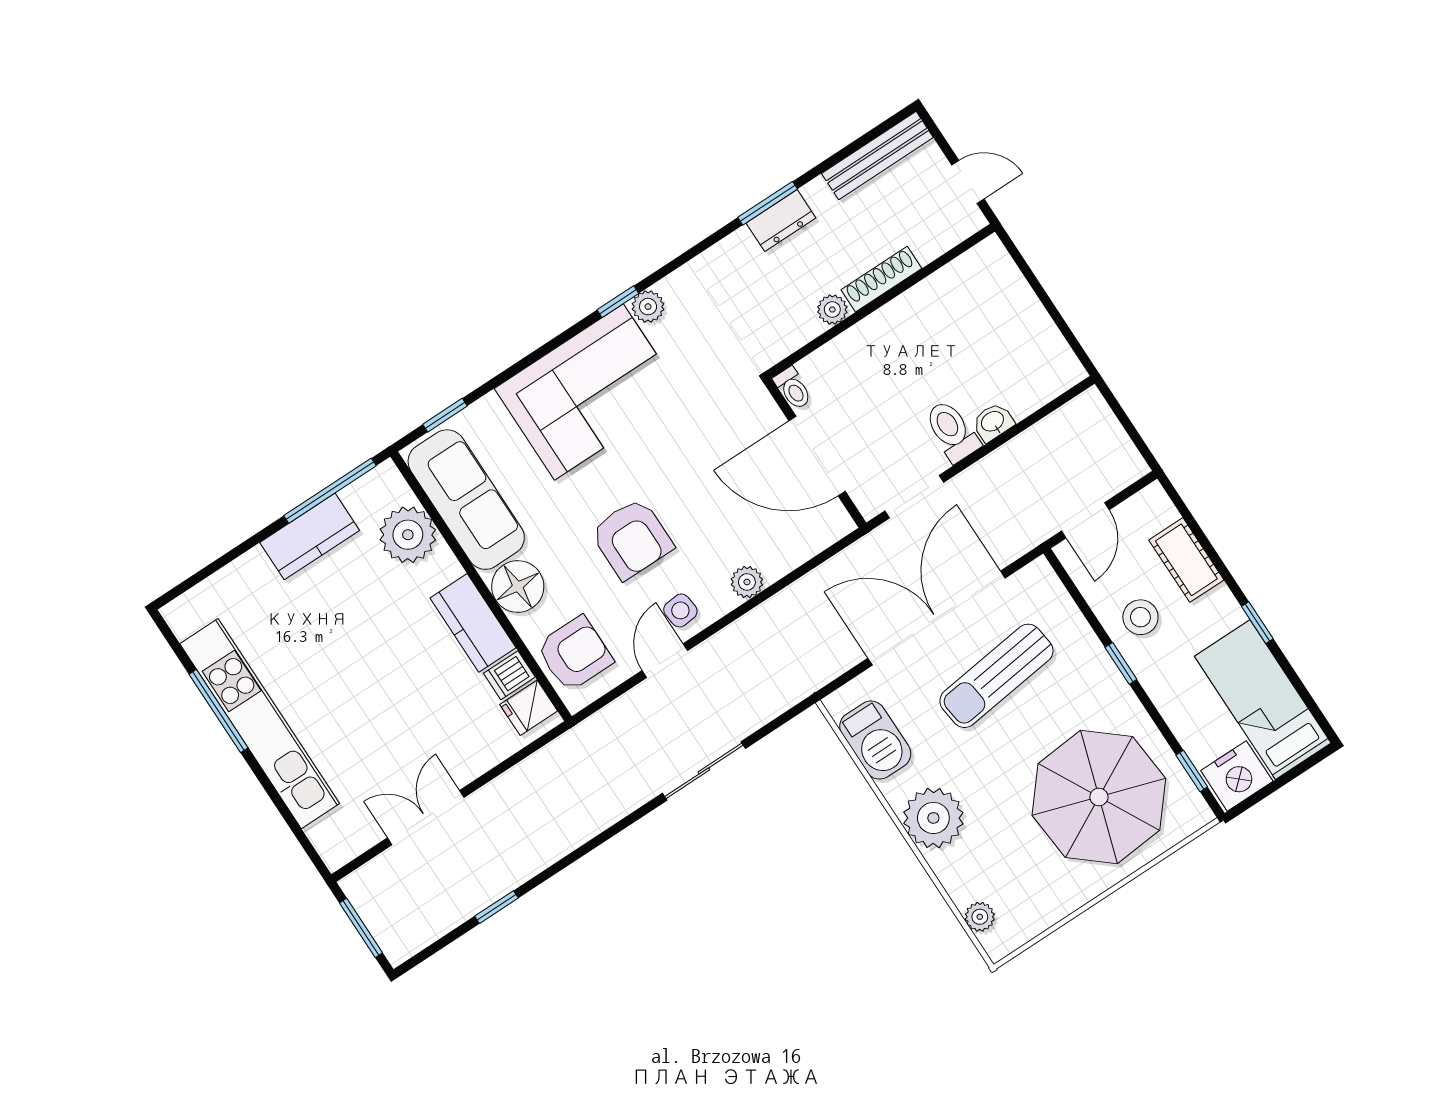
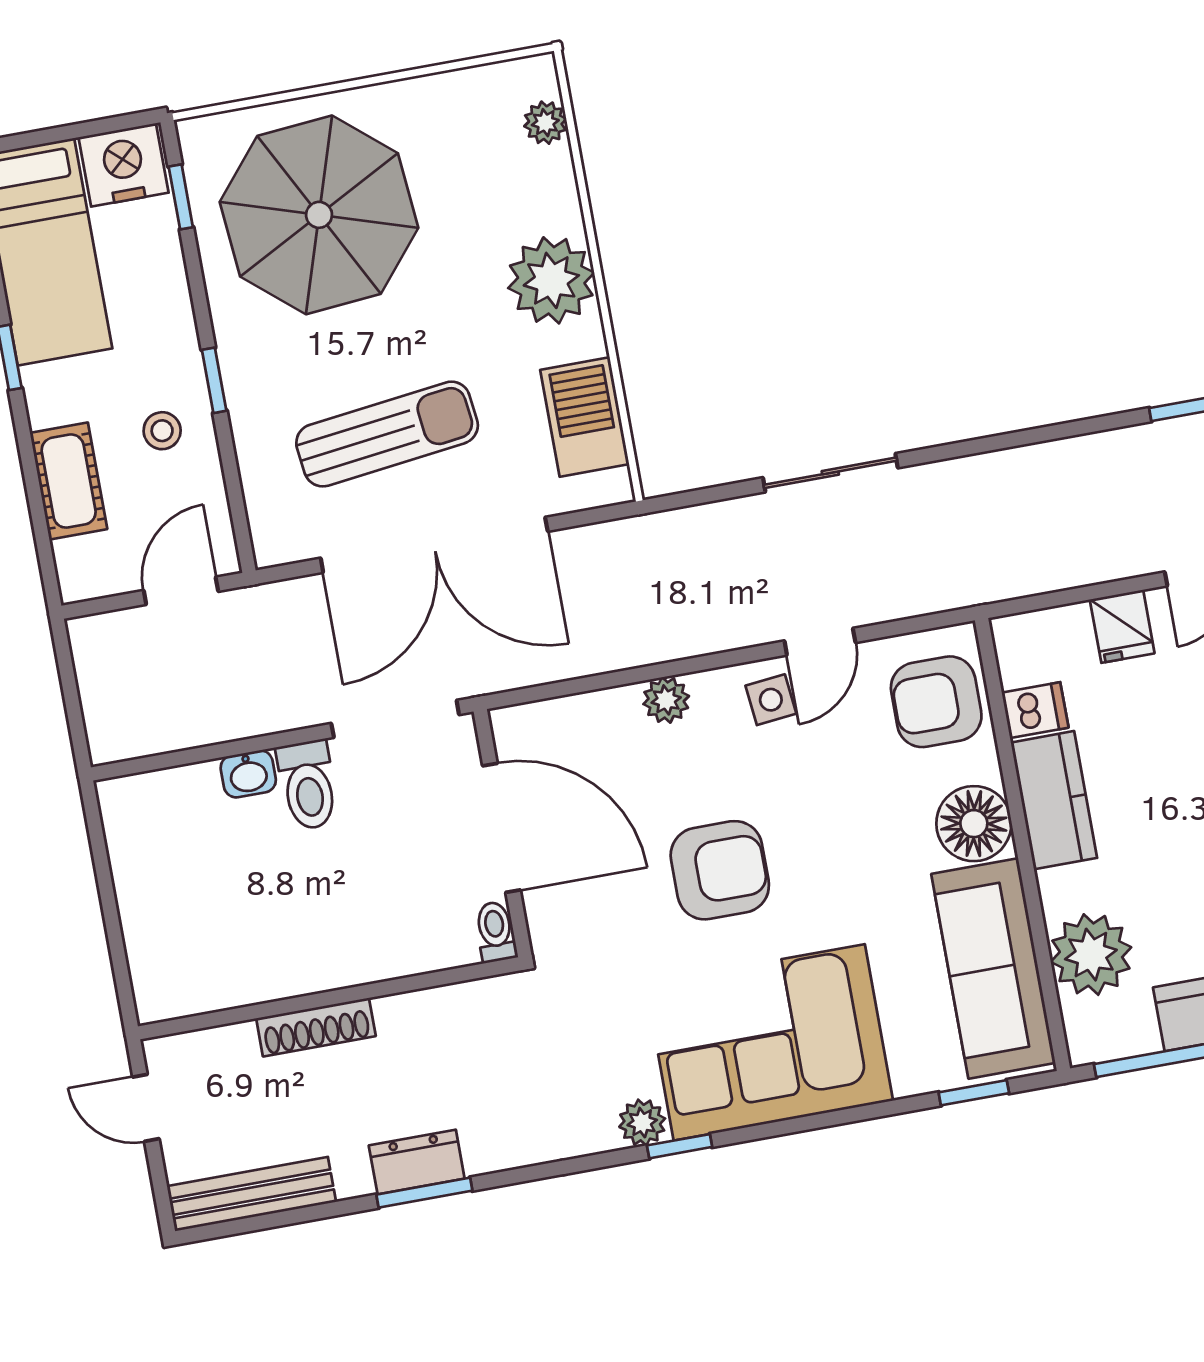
plant: (832, 310) -> (398, 1015), removed
doorway: (914, 497) -> (395, 719), width x1.38
armchair: (632, 539) -> (720, 870), moved, turned 90
stool: (1140, 617) -> (162, 431), width x0.73, depth x0.73
fridge: (529, 708) -> (1122, 626), moved, turned 90

